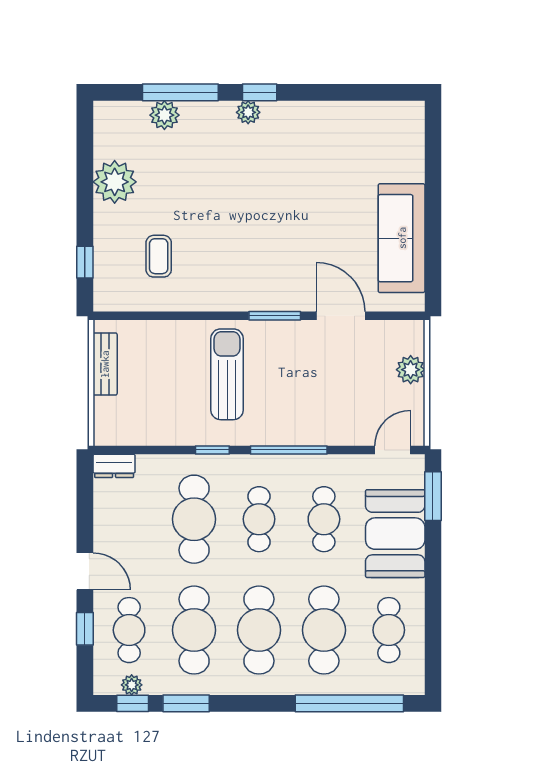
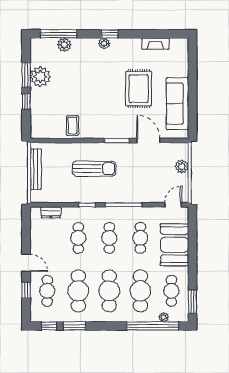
window: (180, 92) -> (59, 34), moved
fireplace: (355, 113) -> (155, 44), added
window: (85, 178) -> (26, 75), added
rug: (320, 207) -> (139, 89), added
coffee table: (159, 256) -> (72, 126), moved
window: (85, 262) -> (26, 102), moved
bench: (105, 364) -> (36, 169), width x1.36
sun lounger: (227, 374) -> (94, 169), turned 90
dresser: (114, 466) -> (51, 212), moved
window: (433, 496) -> (192, 302), moved
cafe table: (194, 519) -> (78, 238), width x0.73, depth x0.74
plant: (132, 685) -> (164, 317), moved

